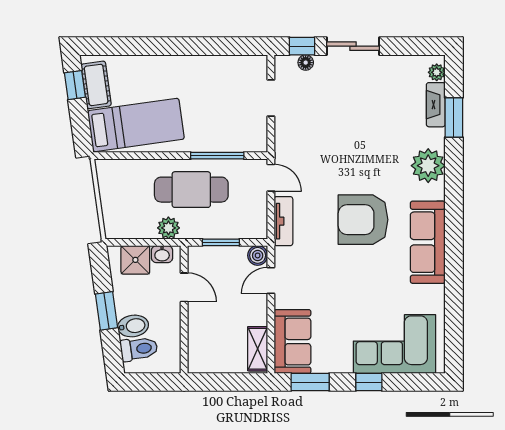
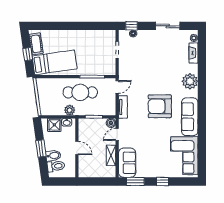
sliding door: (353, 46) -> (168, 26), moved
window: (75, 85) -> (28, 54), moved
window: (454, 118) -> (202, 59), removed
door: (271, 178) -> (117, 87), hinge flipped
door: (184, 287) -> (77, 148), moved
corner sofa: (395, 344) -> (184, 156), moved, turned -90
shelving: (258, 349) -> (111, 155), moved

